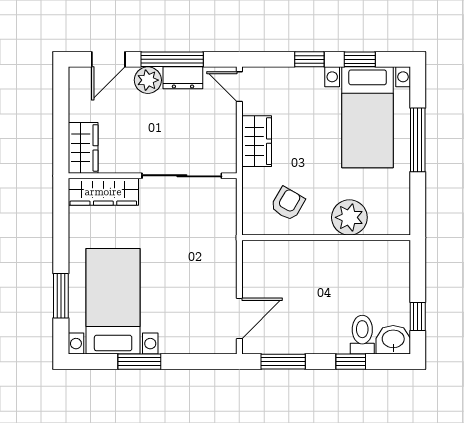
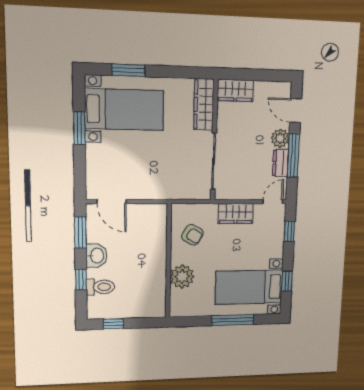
window: (309, 59) -> (289, 231), moved
washbasin: (393, 340) -> (96, 256), moved

